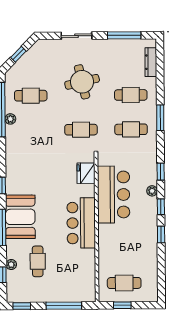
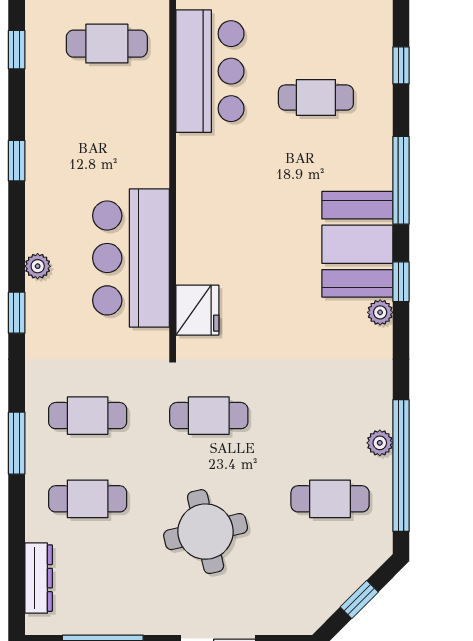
window: (161, 207) -> (17, 50), moved
booth: (20, 217) -> (357, 244), moved
bar counter: (81, 223) -> (210, 71), moved
cafe table: (38, 261) -> (316, 98), turned 90
plant: (11, 265) -> (380, 312), moved

